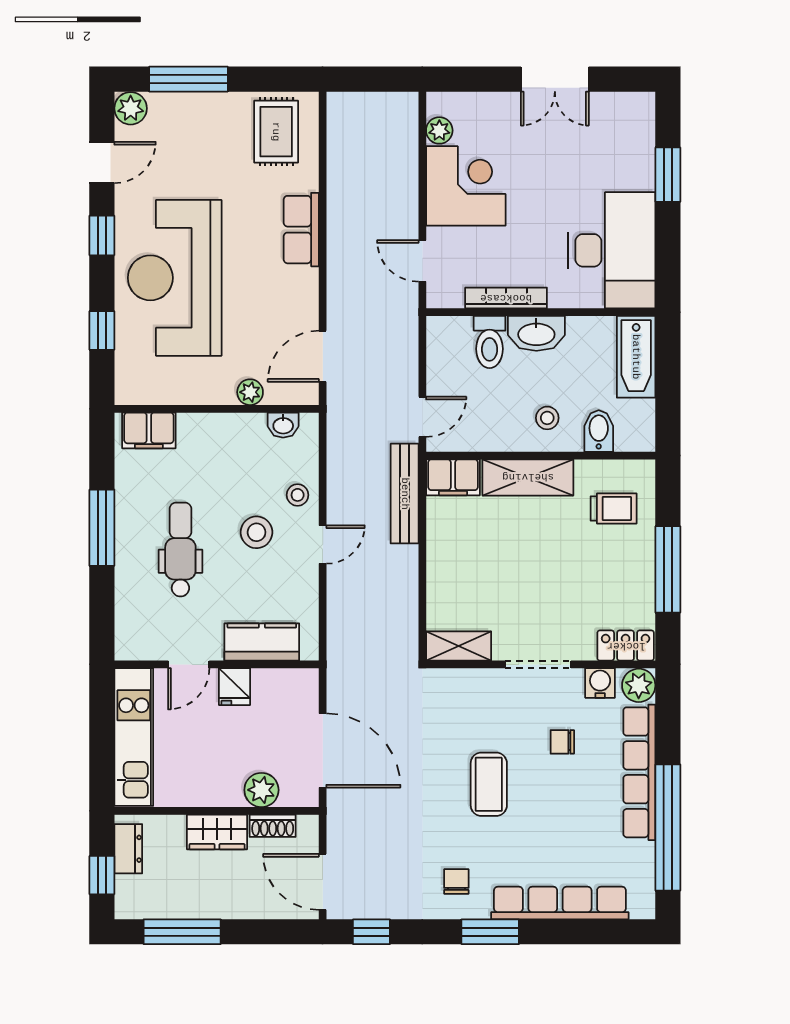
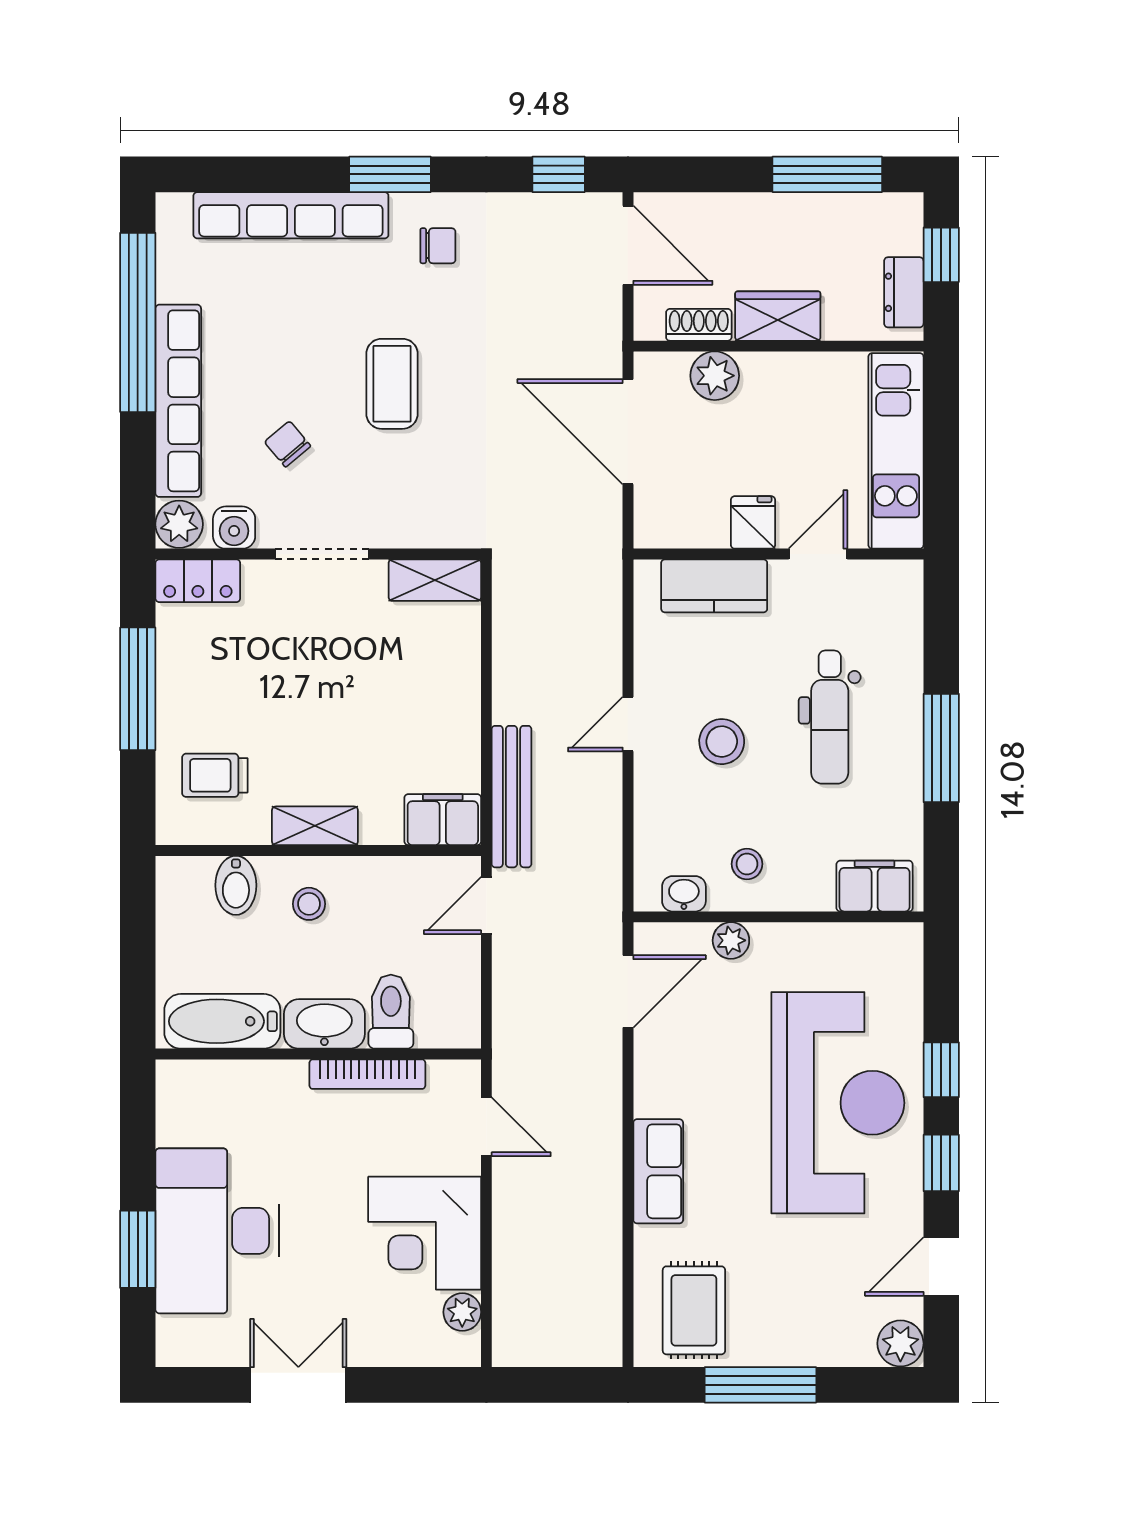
window: (188, 79) -> (760, 1385), moved
desk: (612, 250) -> (217, 1231), moved
window: (102, 330) -> (941, 1070), moved
bathtub: (636, 357) -> (222, 1021), moved, turned -90
shelving: (528, 477) -> (315, 826), width x0.67, depth x0.75
stool: (298, 495) -> (747, 864), moved
chair: (562, 742) -> (288, 444), turned -130
chair: (456, 882) -> (438, 246), turned -90

